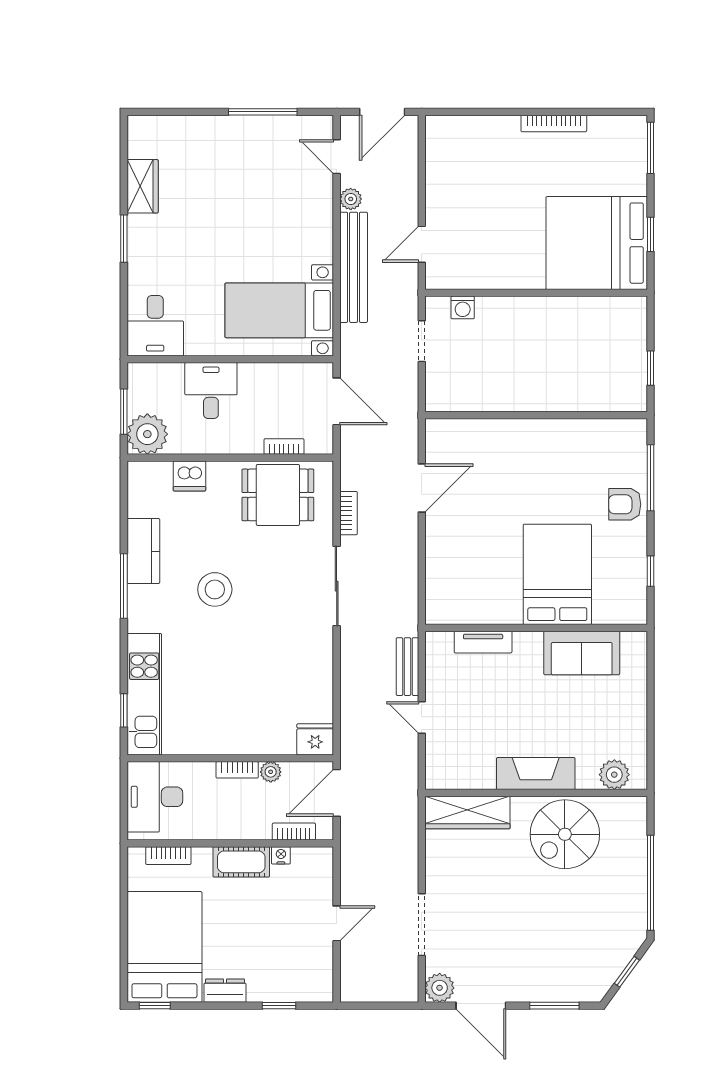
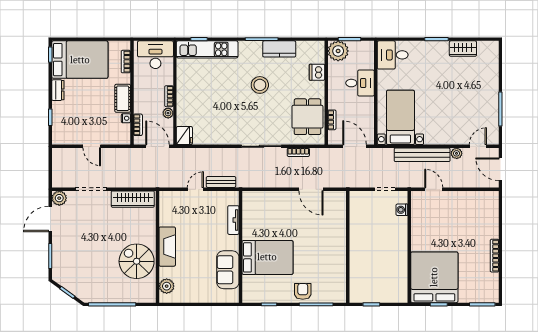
door: (337, 401) -> (355, 146), swing flipped
wardrobe: (467, 812) -> (133, 199), moved, turned -90

